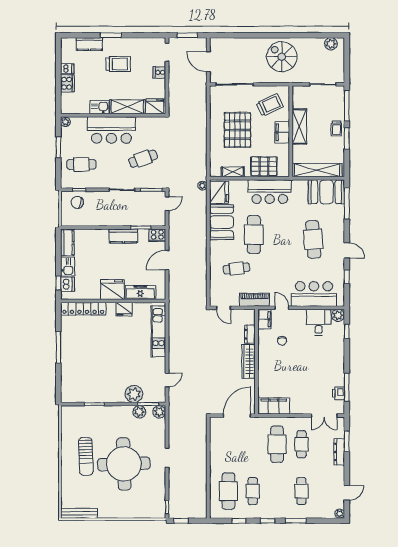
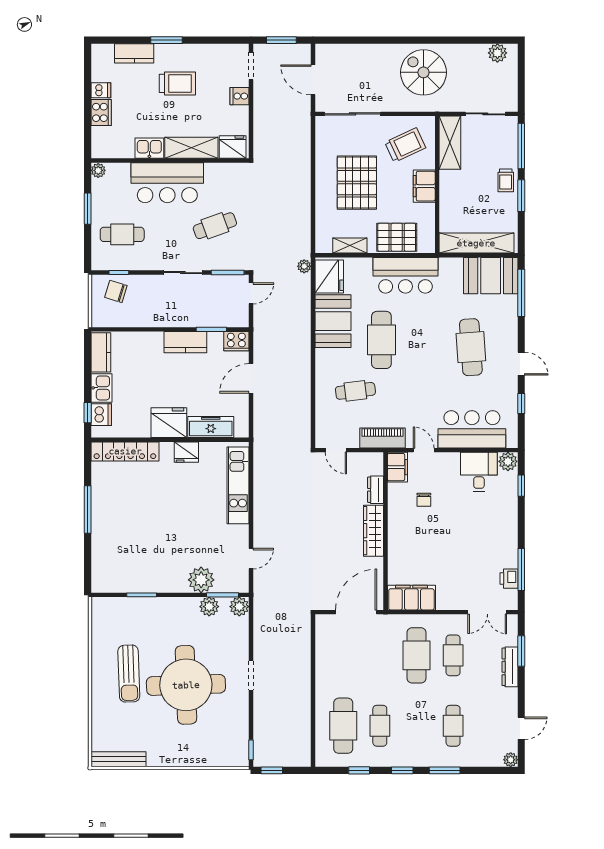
shelving: (299, 127) -> (450, 143), moved

